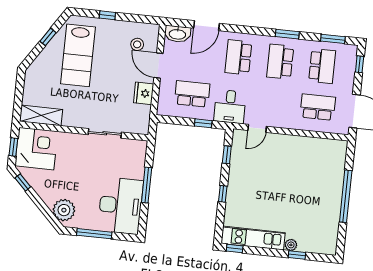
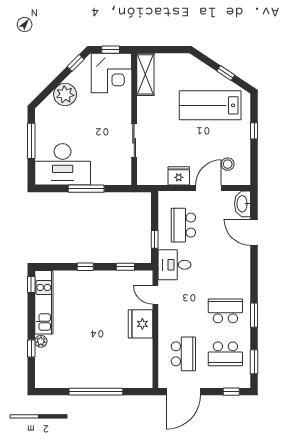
school desk: (238, 57) -> (225, 268), removed
school desk: (192, 94) -> (183, 225), turned 180
fridge: (284, 146) -> (140, 324), added
plant: (64, 210) -> (65, 94), moved

